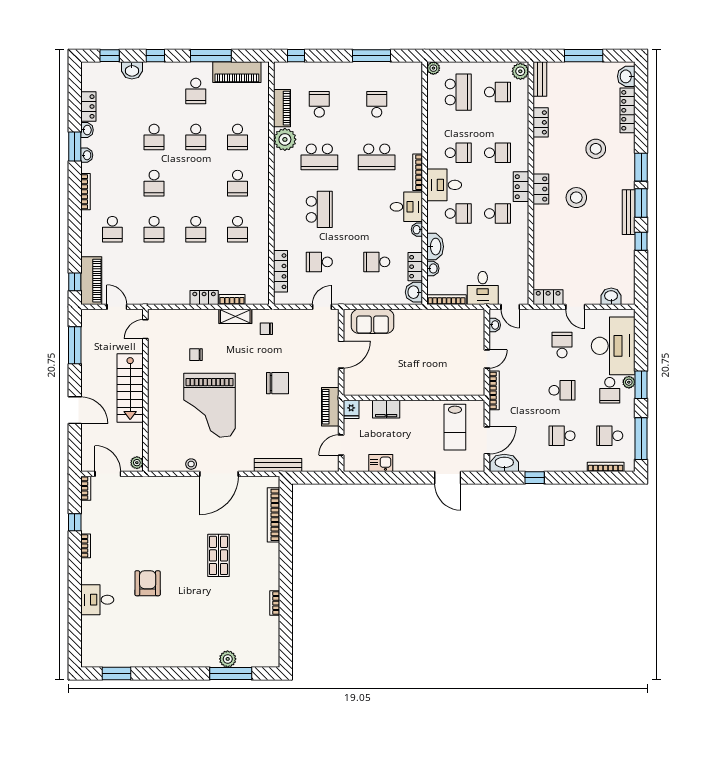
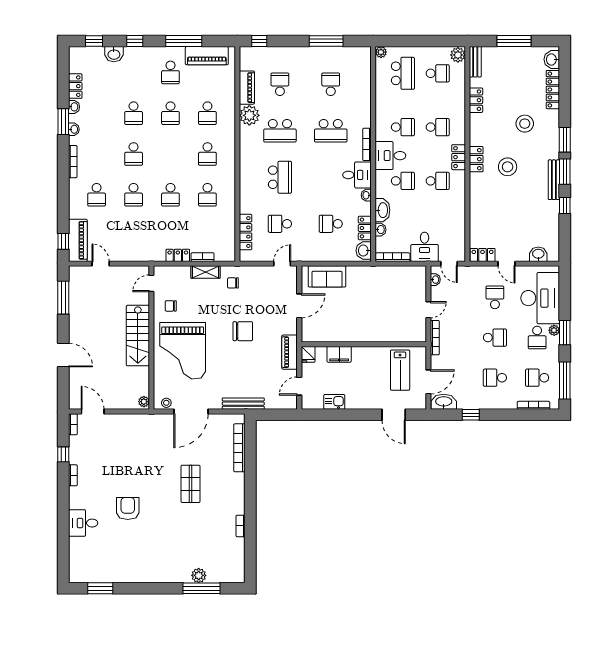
door: (145, 329) -> (151, 283), moved
stairs: (130, 388) -> (138, 336), moved
wall: (145, 390) -> (151, 338), moved
plant: (137, 463) -> (144, 402), moved

